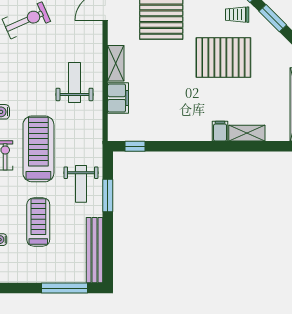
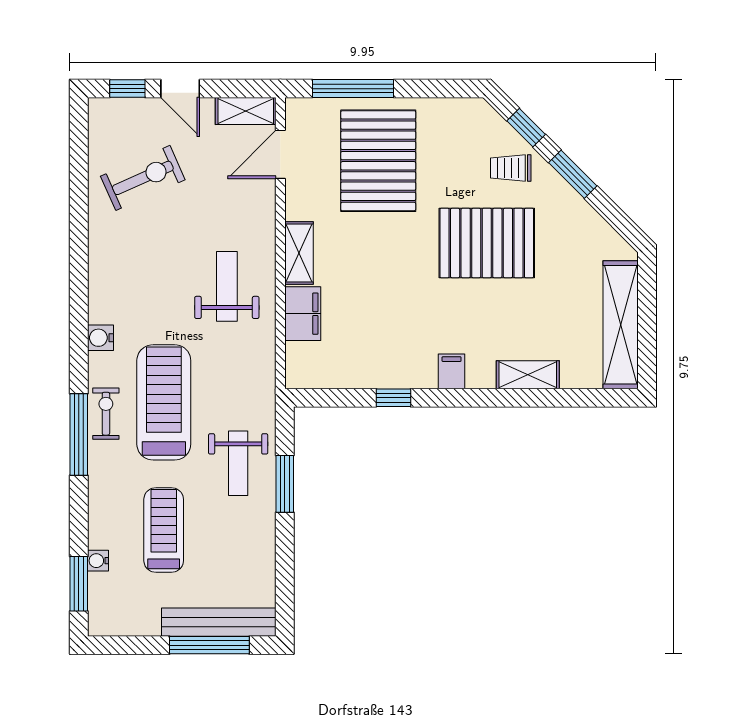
filing cabinet: (220, 131) -> (452, 371), moved
window: (135, 146) -> (394, 398), moved
bench: (95, 250) -> (219, 622), moved, turned 90

